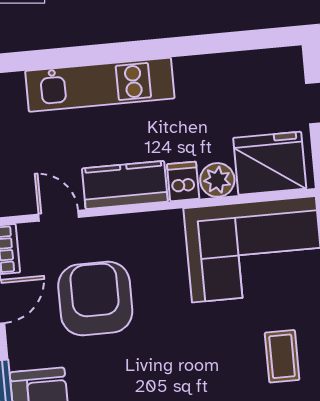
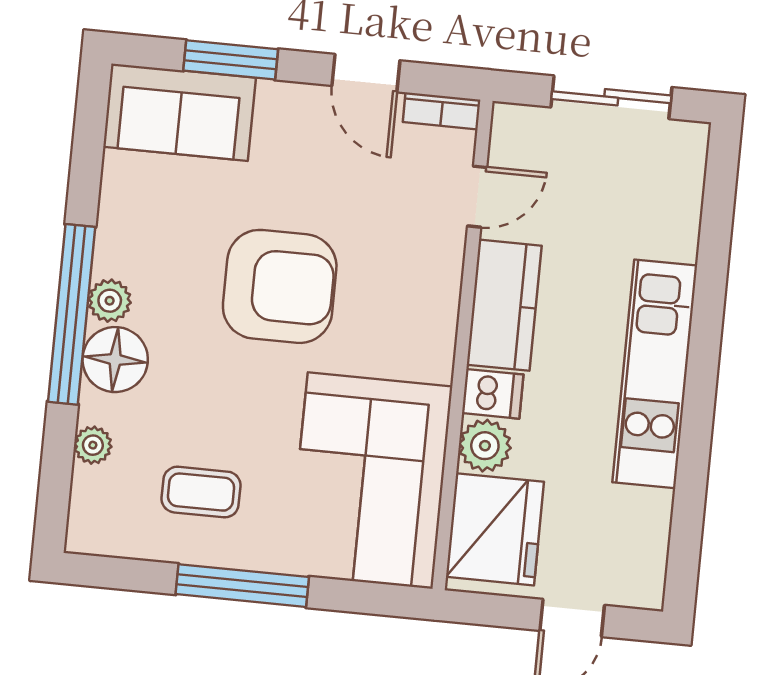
kitchen unit: (100, 85) -> (655, 374), moved
armchair: (95, 299) -> (280, 286), moved

